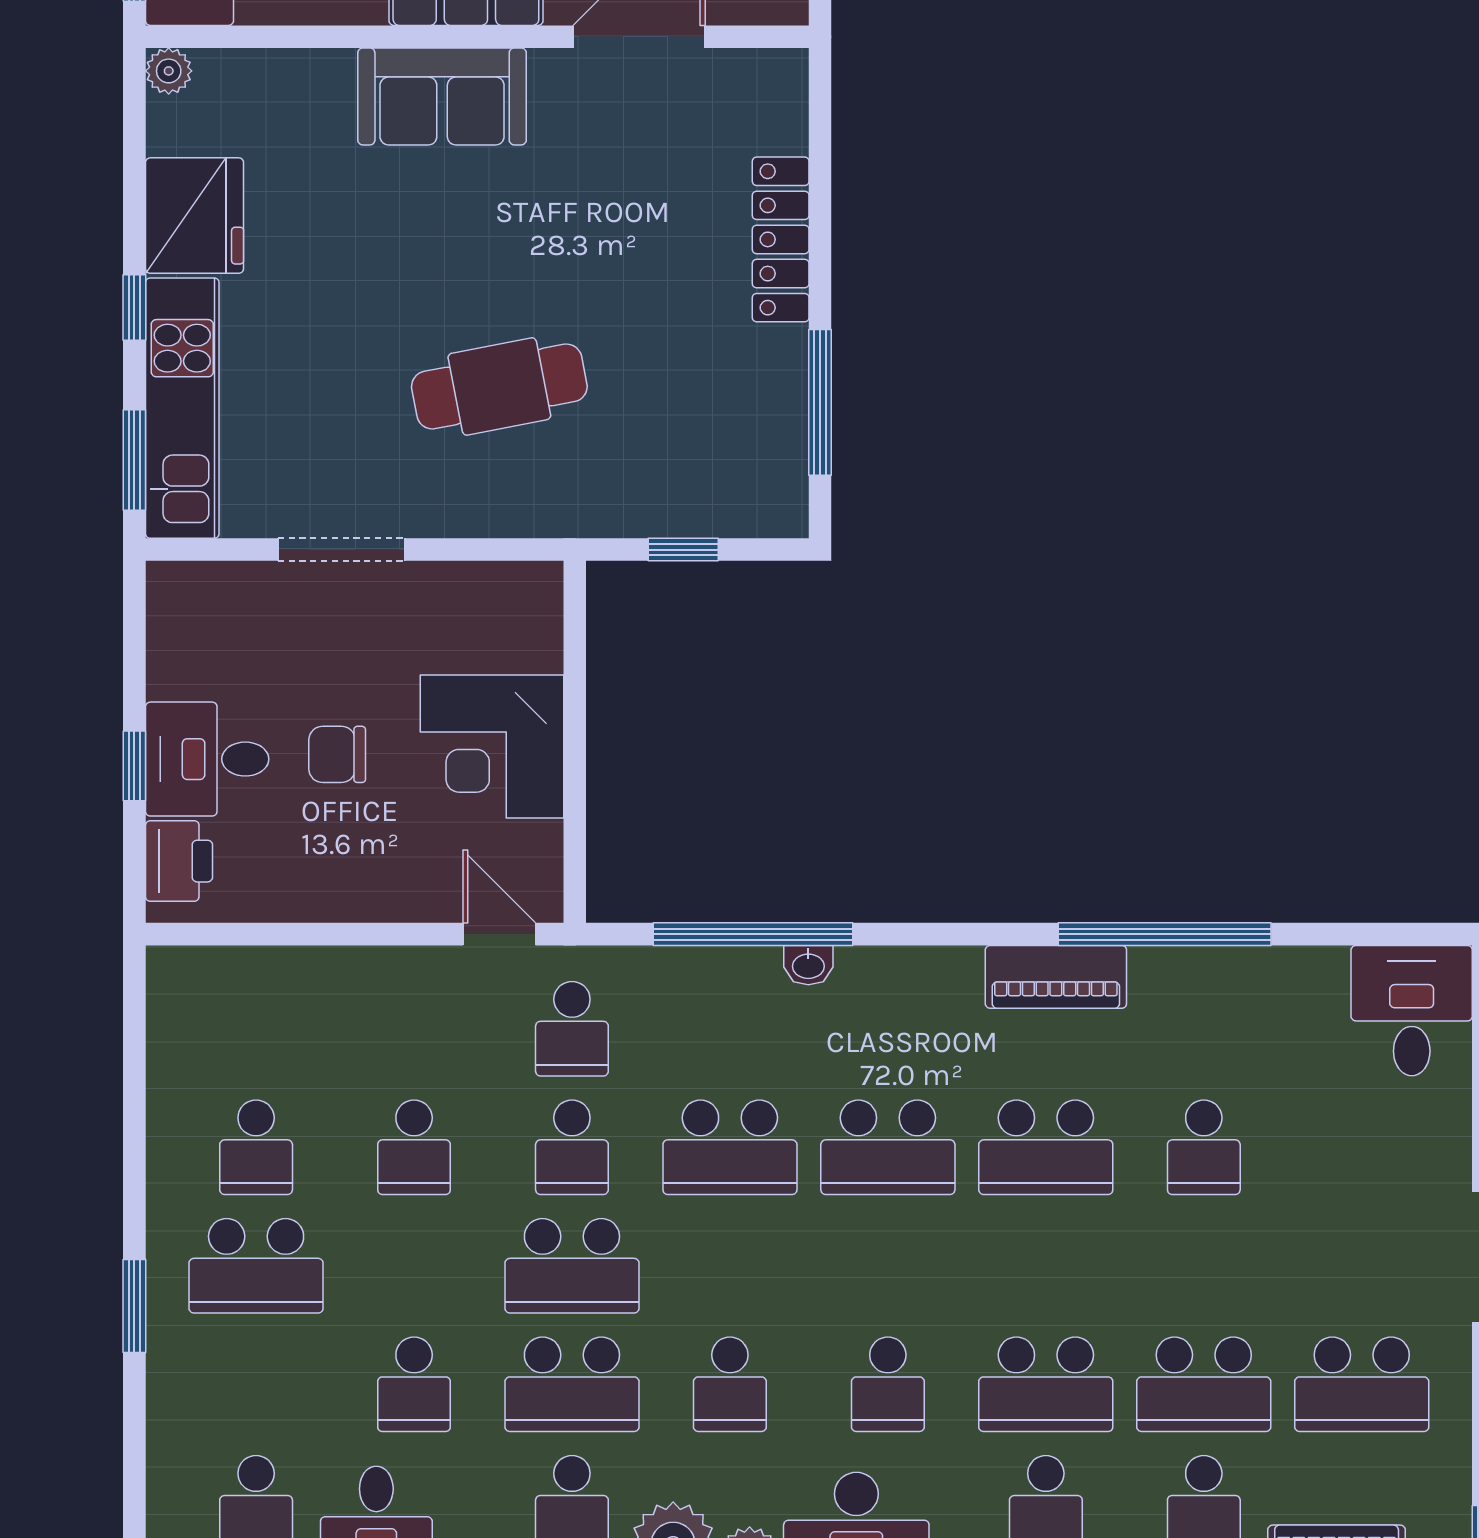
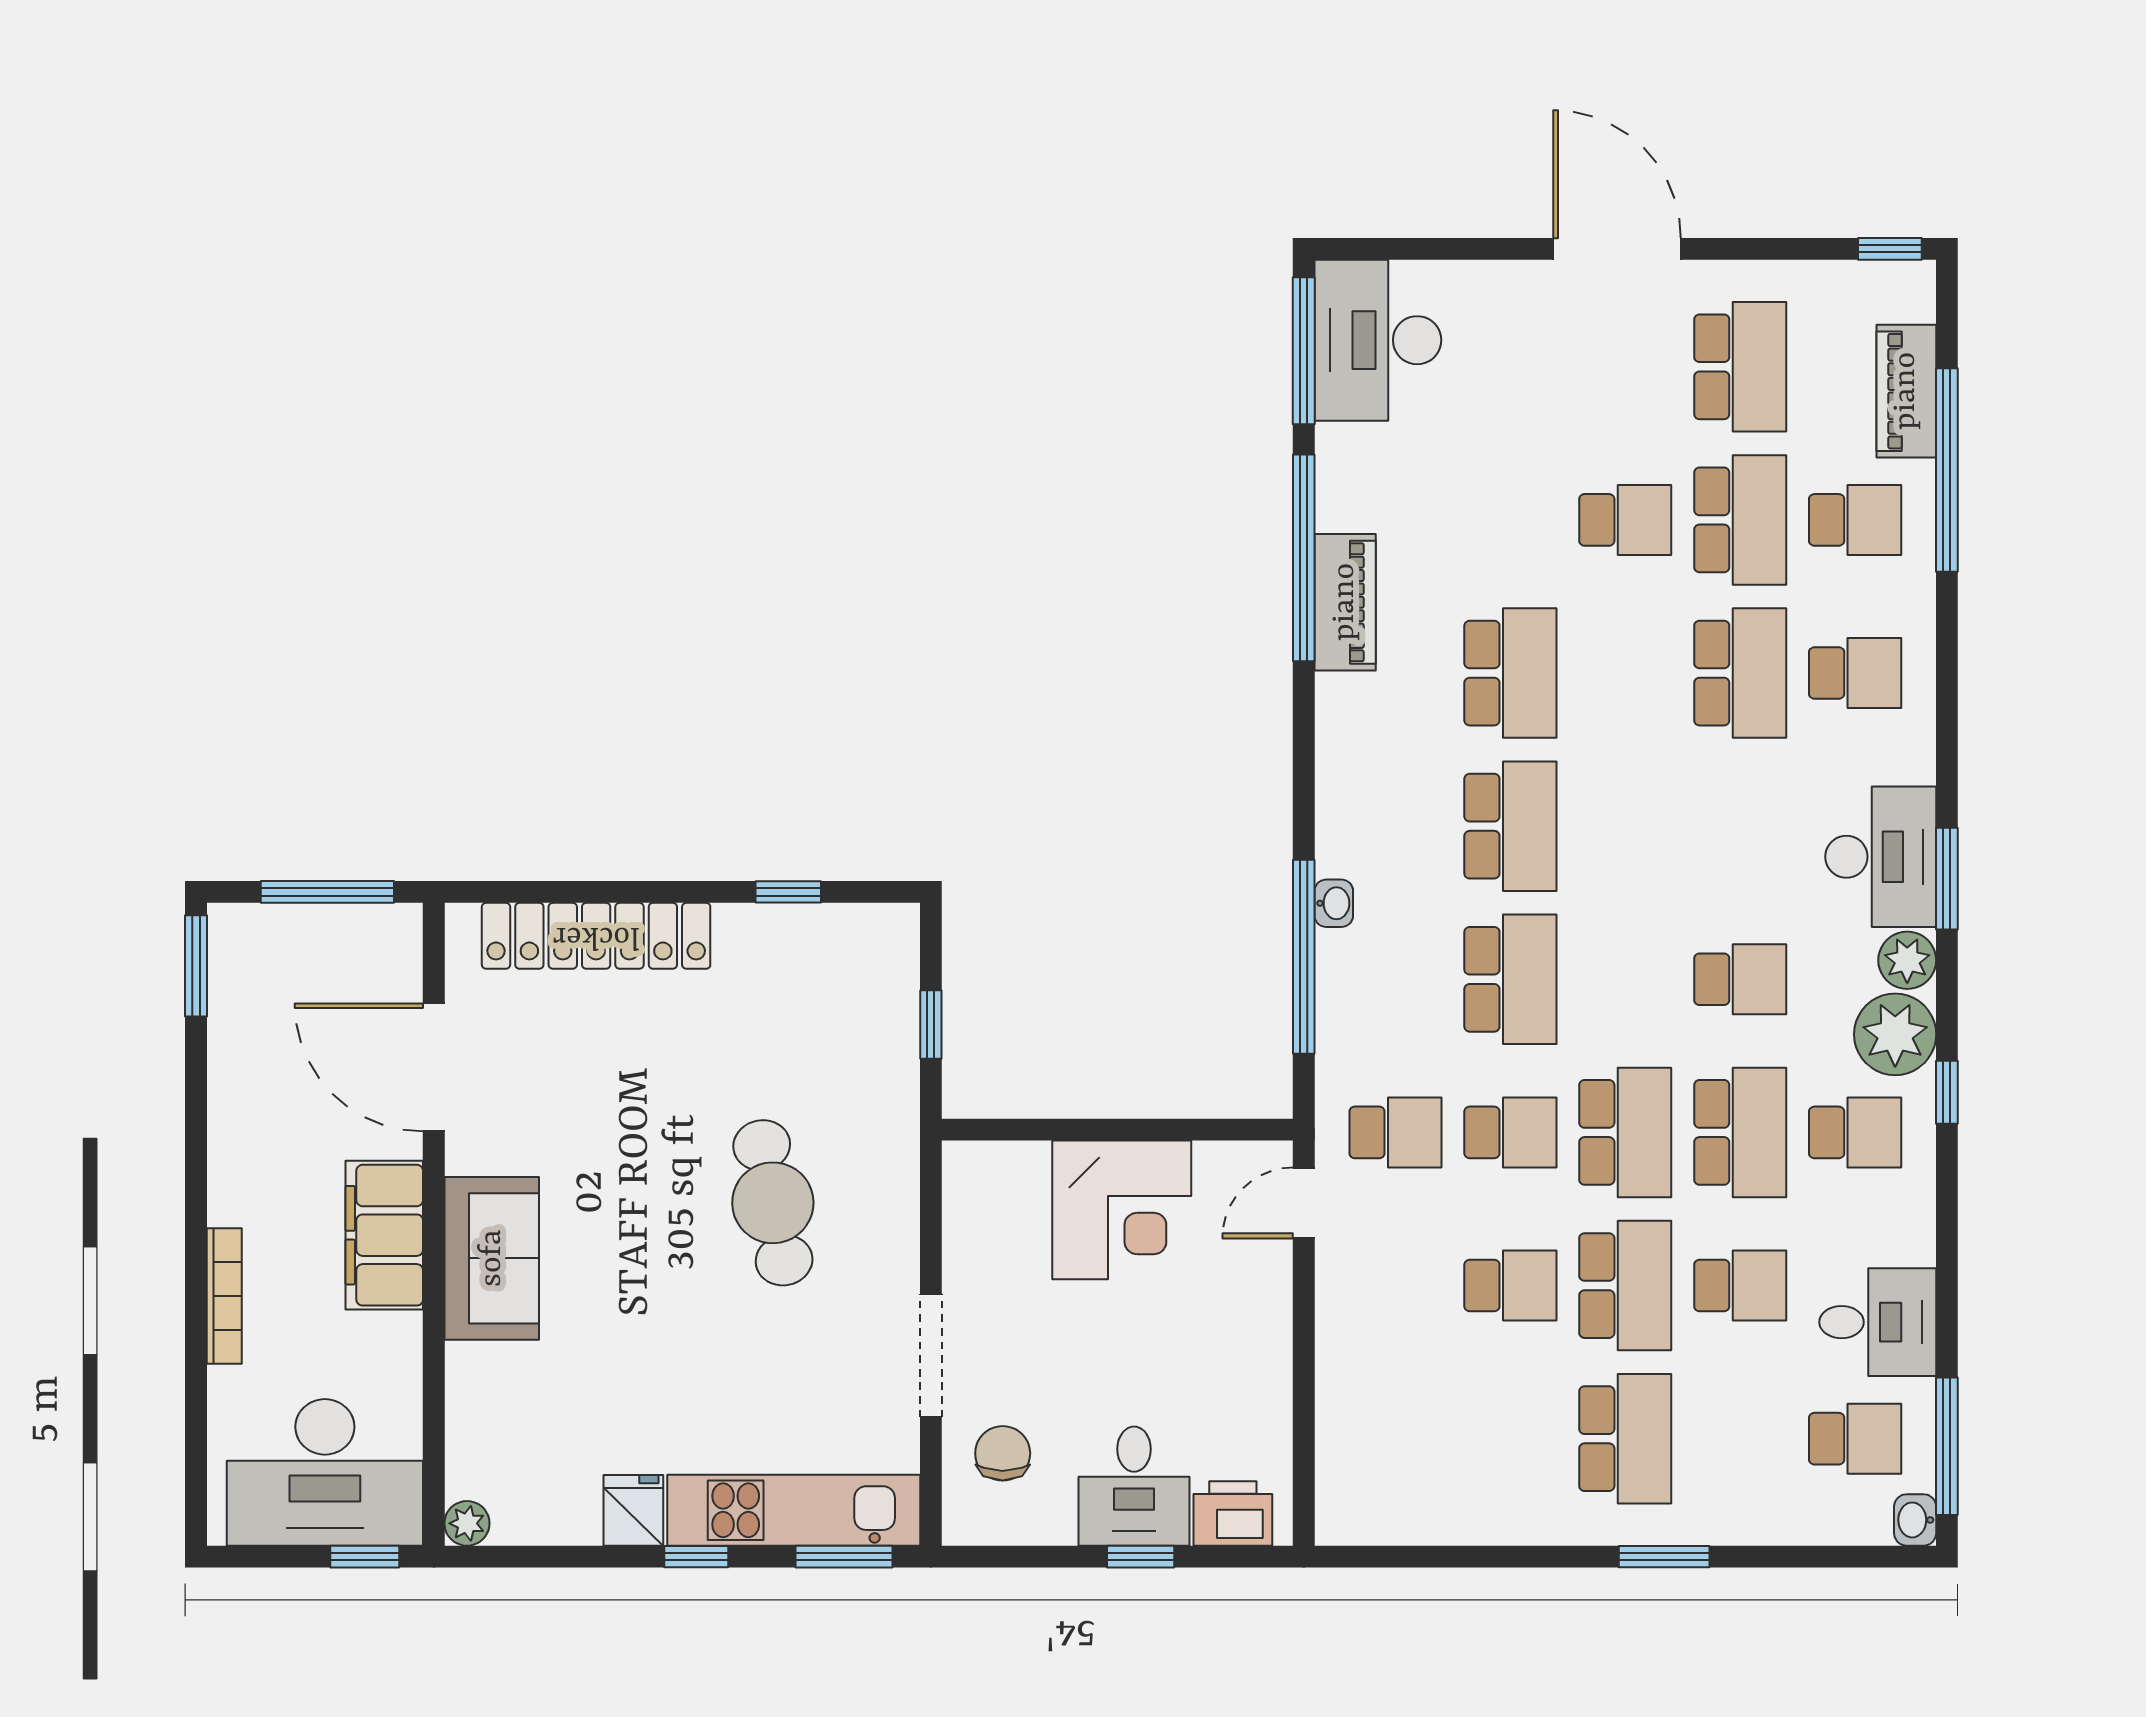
fridge: (195, 216) -> (633, 1510), width x0.53, depth x0.75
locker: (781, 239) -> (596, 936), width x1.41, depth x1.21
window: (820, 402) -> (788, 892), width x0.46
chair: (337, 754) -> (1003, 1453), moved, turned 180
window: (1378, 934) -> (1304, 351), added
piano: (1056, 977) -> (1345, 602), moved
desk: (1412, 1011) -> (1378, 340), width x1.37
school desk: (256, 1147) -> (1625, 1286), moved, width x1.85
school desk: (1204, 1147) -> (1625, 520), moved
school desk: (888, 1384) -> (1740, 826), removed

